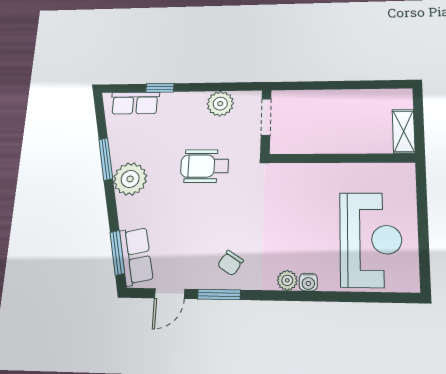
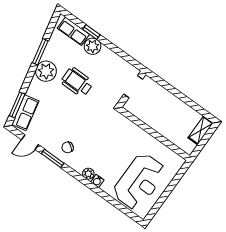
plant: (220, 104) -> (93, 46), moved
shelving: (404, 131) -> (201, 130), moved
wheelchair: (205, 166) -> (77, 82), moved

